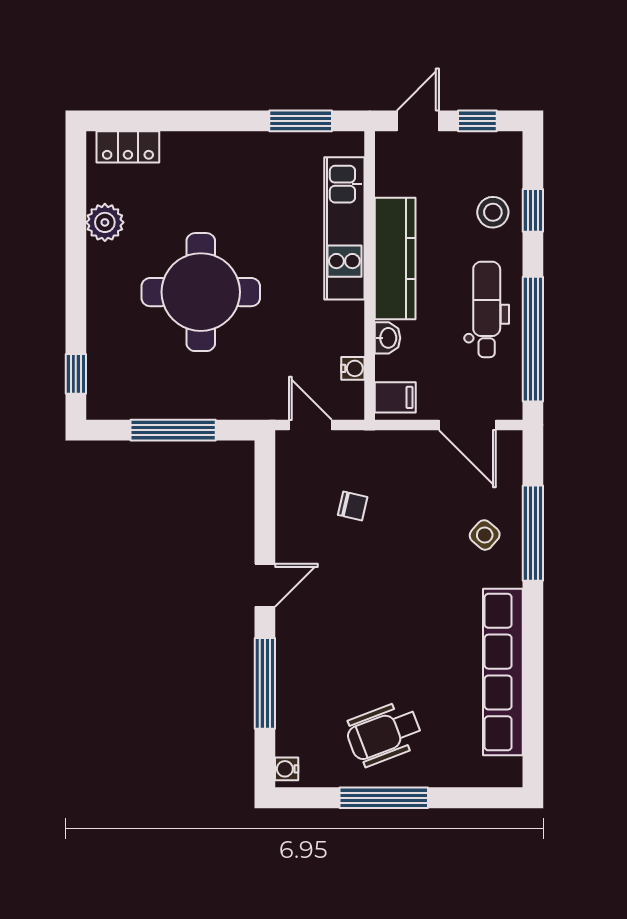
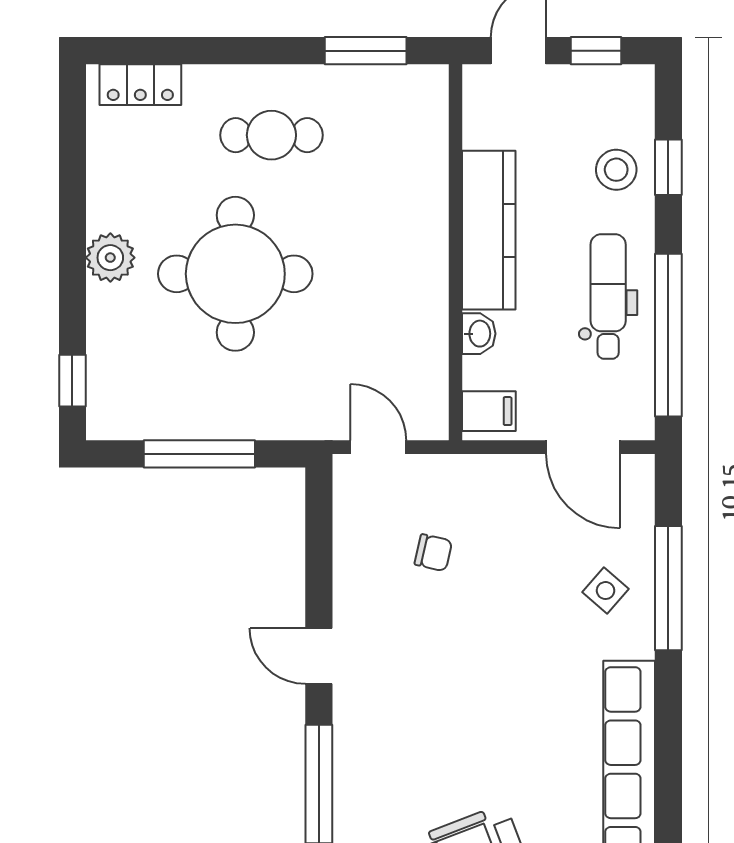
cafe table: (228, 186) -> (271, 135), added
plant: (105, 222) -> (110, 258), moved
kitchen unit: (344, 228) -> (423, 191), removed
water cooler: (353, 368) -> (434, 373), removed
door: (265, 585) -> (319, 656), swing flipped

